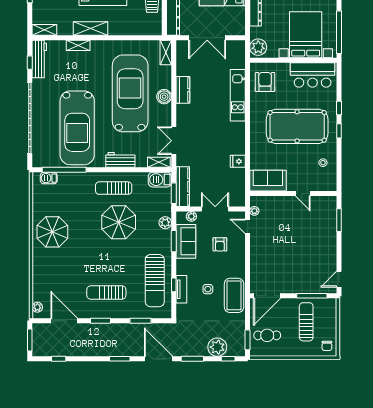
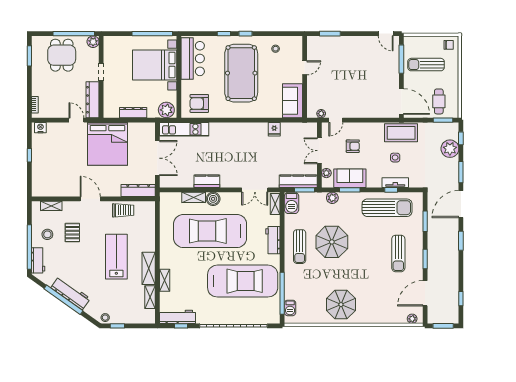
shelving: (44, 30) -> (150, 297), moved
shelving: (166, 53) -> (194, 197), moved
kitchen unit: (238, 95) -> (184, 129), moved

